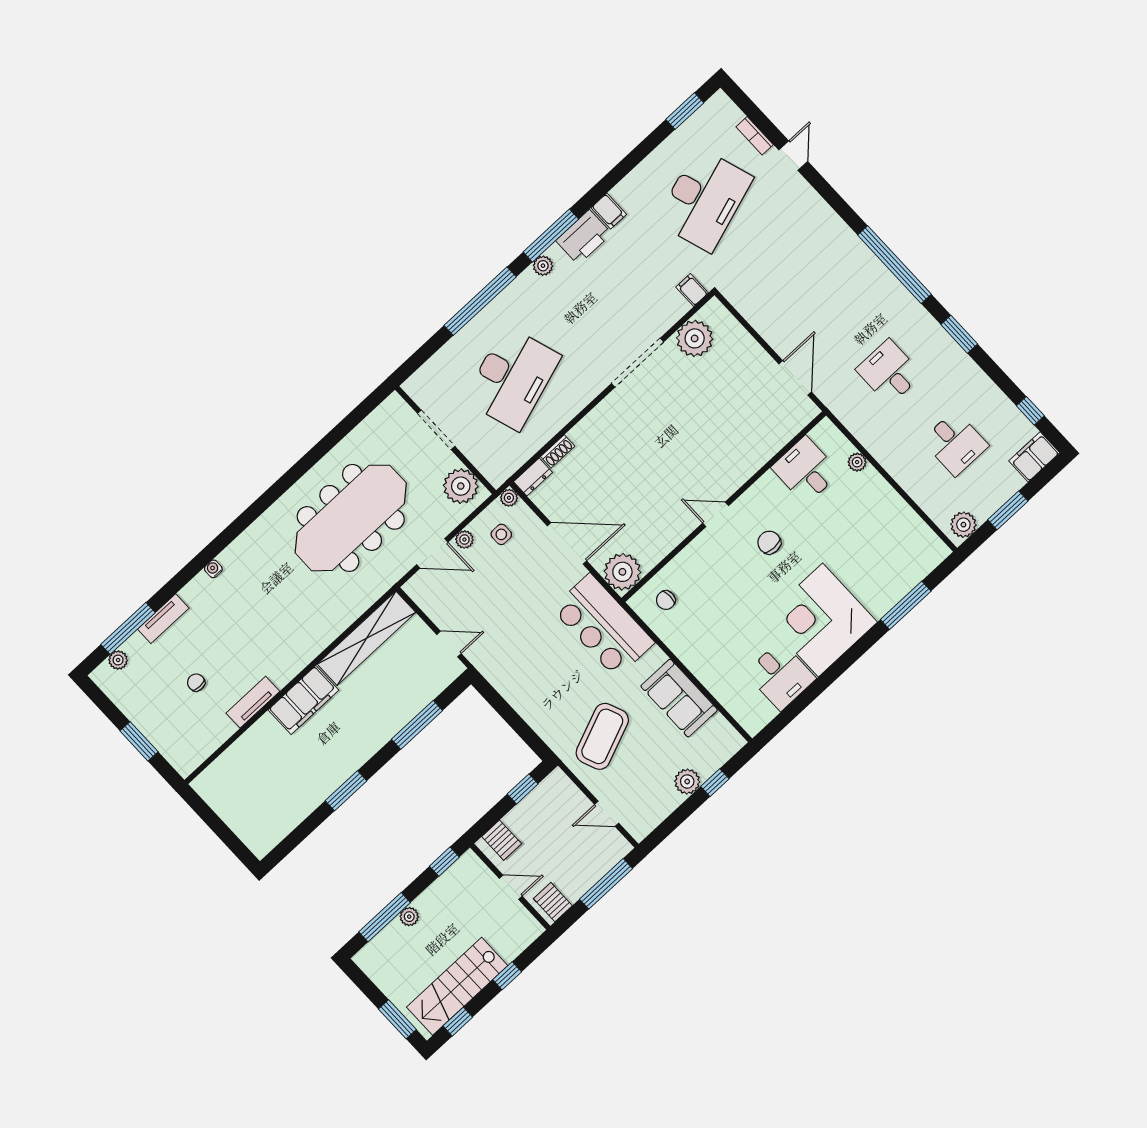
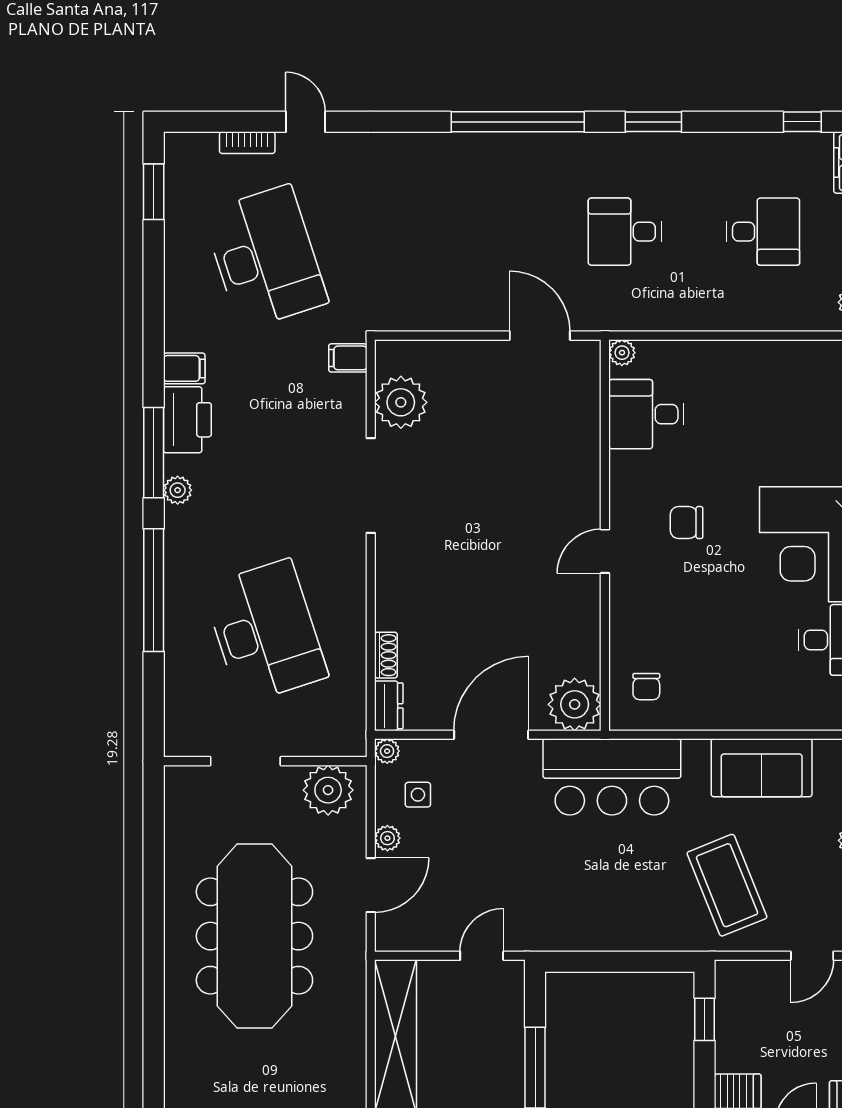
plant: (857, 462) -> (622, 353), moved

